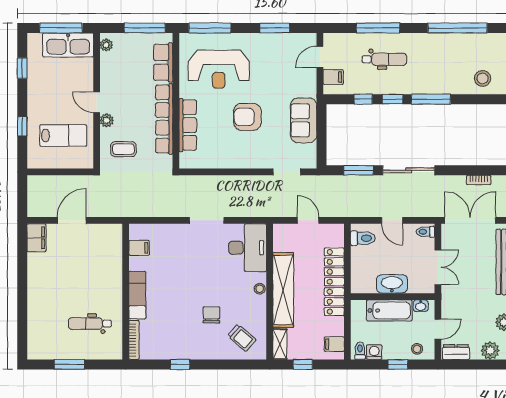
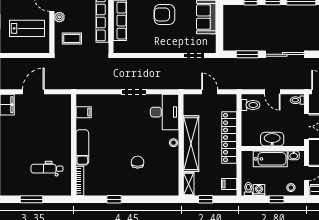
trolley: (242, 338) -> (160, 179), removed

